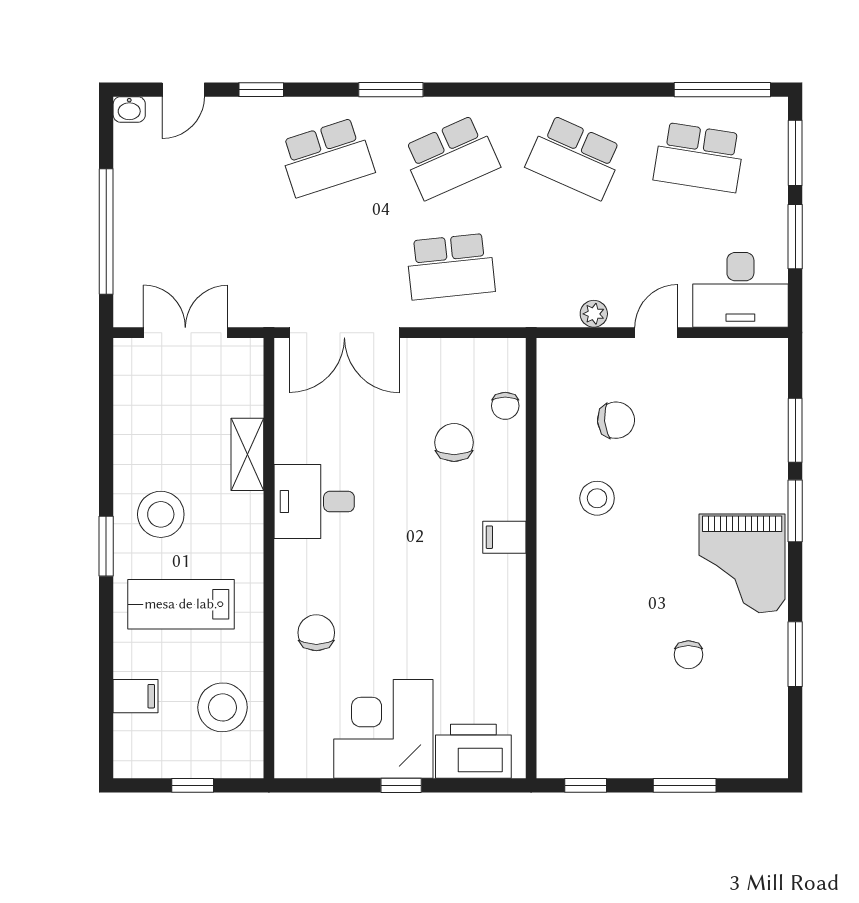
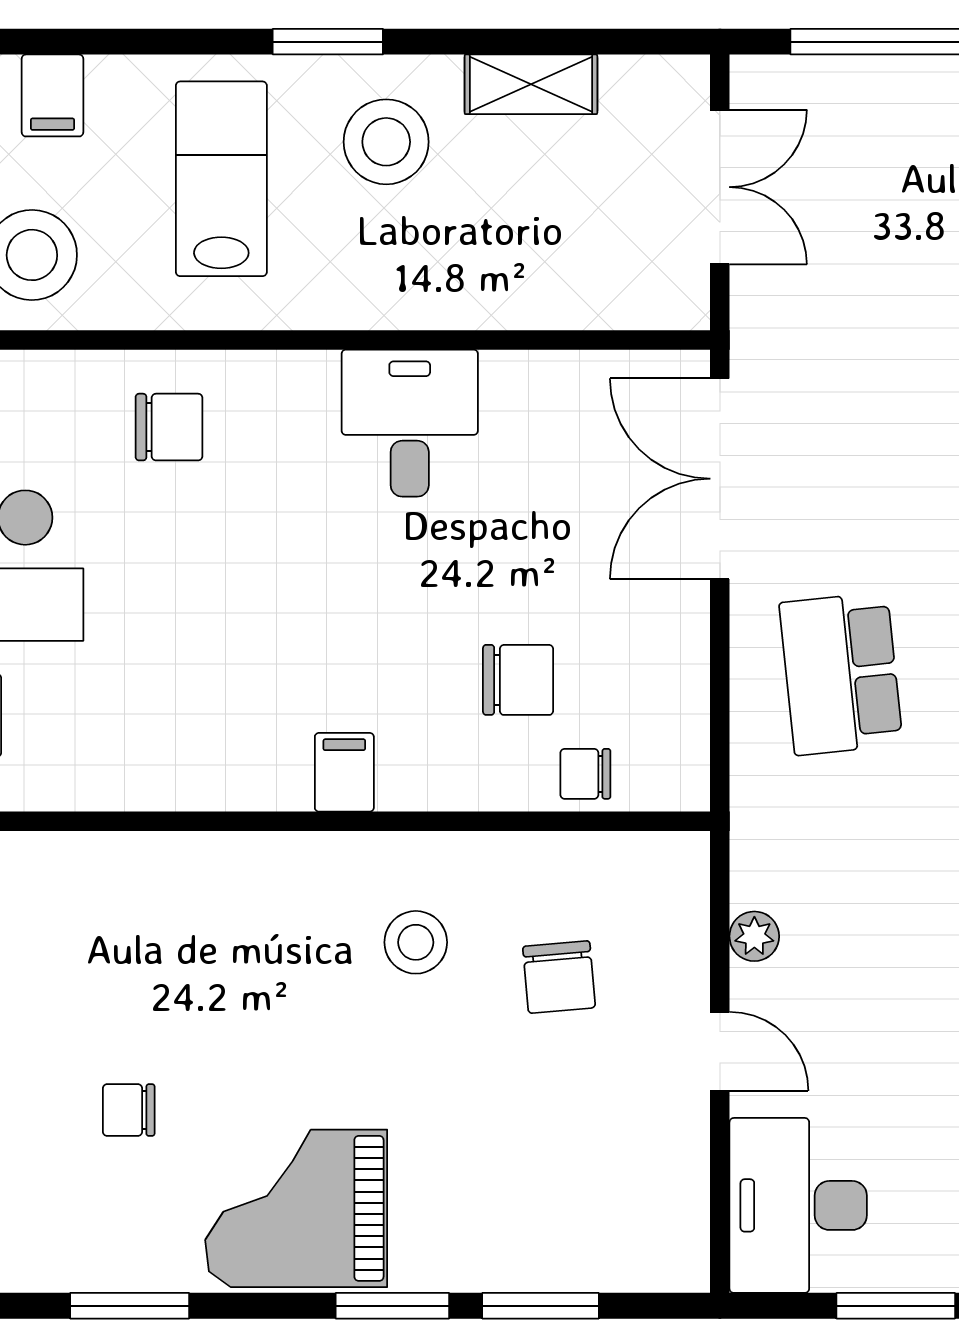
shelving: (247, 454) -> (531, 84), moved

